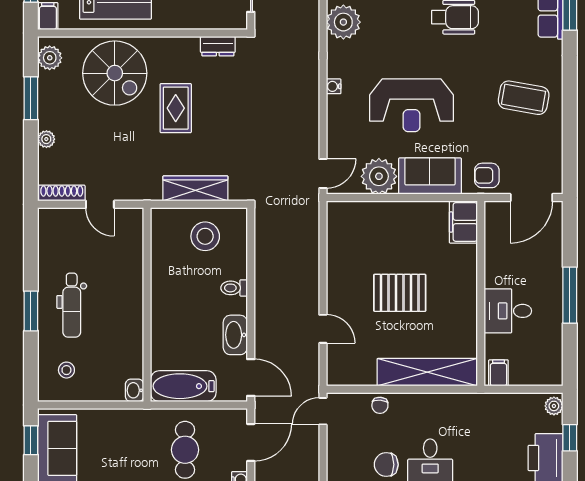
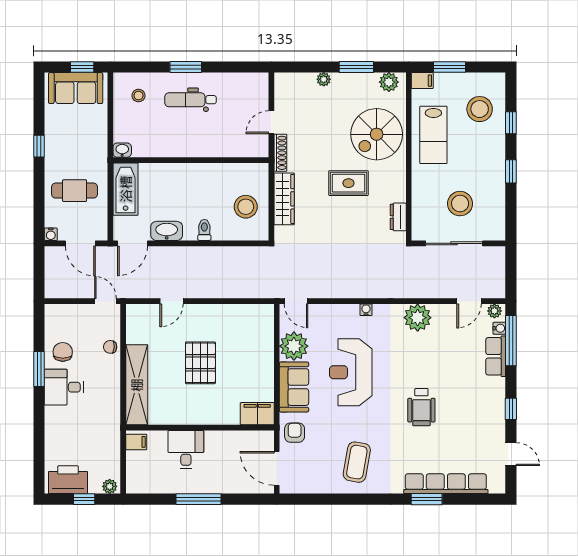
shoe rack: (62, 193) -> (280, 153), moved

